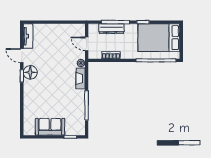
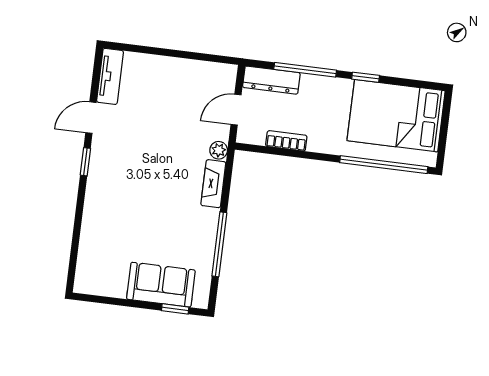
dresser: (111, 29) -> (271, 80), moved
door: (87, 44) -> (236, 110), hinge flipped
door: (22, 56) -> (91, 118), hinge flipped
floor lamp: (30, 72) -> (105, 157), removed
sofa: (50, 127) -> (161, 285), moved

